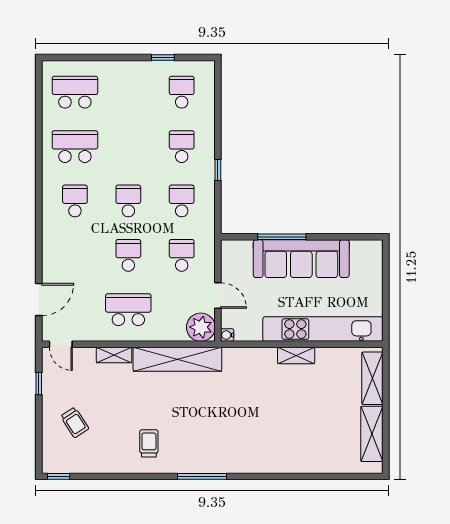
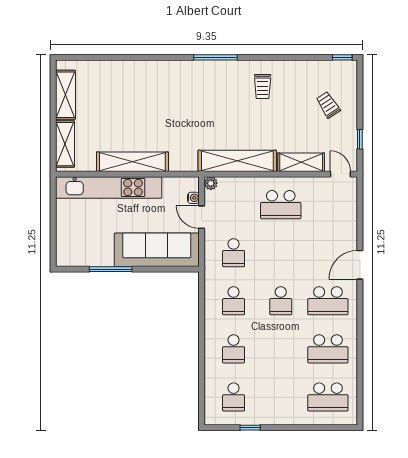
window: (218, 170) -> (202, 328), removed
school desk: (75, 201) -> (328, 301), width x1.85
window: (282, 237) -> (111, 269), moved
school desk: (128, 255) -> (281, 253), removed
sofa: (301, 259) -> (157, 250), moved
door: (39, 300) -> (360, 265), moved
plant: (201, 327) -> (211, 183), width x0.53, depth x0.53
water cooler: (227, 335) -> (193, 198), moved
shelving: (114, 355) -> (301, 162), width x1.50, depth x1.33
shelving: (296, 355) -> (132, 162), width x2.20, depth x1.33

